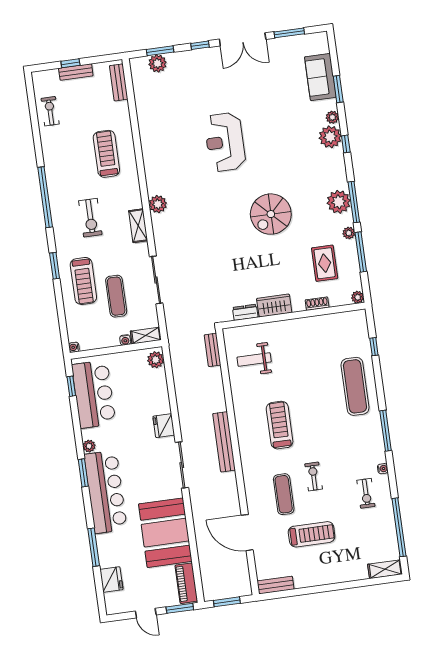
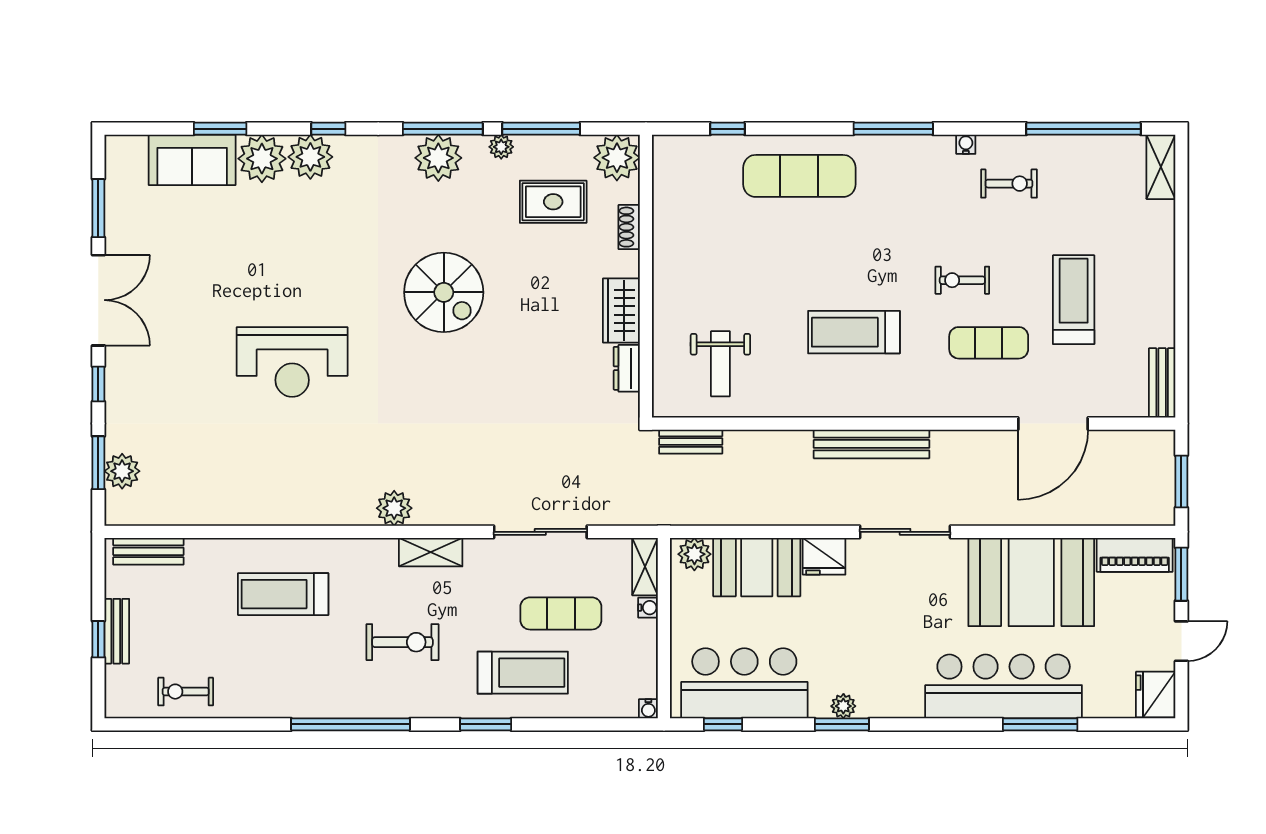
plant: (332, 117) -> (262, 159), width x1.88, depth x1.88
plant: (358, 297) -> (617, 158), width x1.88, depth x1.88
booth: (153, 392) -> (757, 567), added
window: (83, 473) -> (842, 724), moved
bar counter: (106, 492) -> (1004, 686), moved
fridge: (111, 579) -> (1156, 695), moved, turned -90

